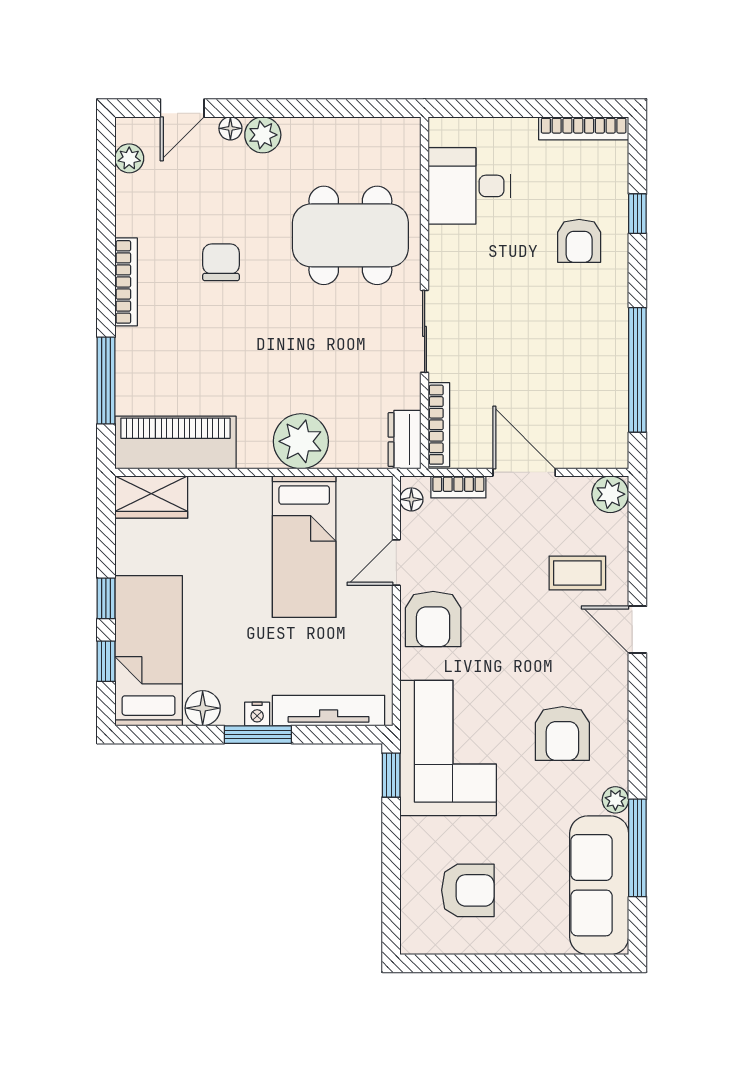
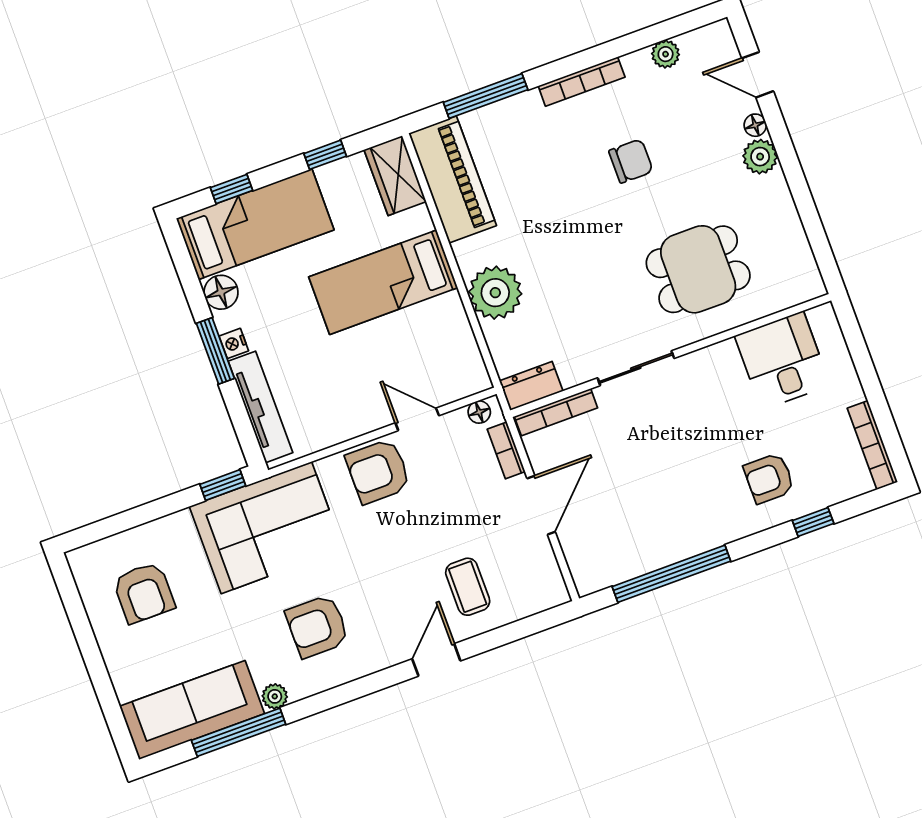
plant: (129, 158) -> (666, 54), moved
dining table: (350, 235) -> (698, 269), width x0.73
plant: (610, 494) -> (550, 590), removed
bed: (304, 547) -> (383, 282), moved
window: (106, 598) -> (325, 155), moved

